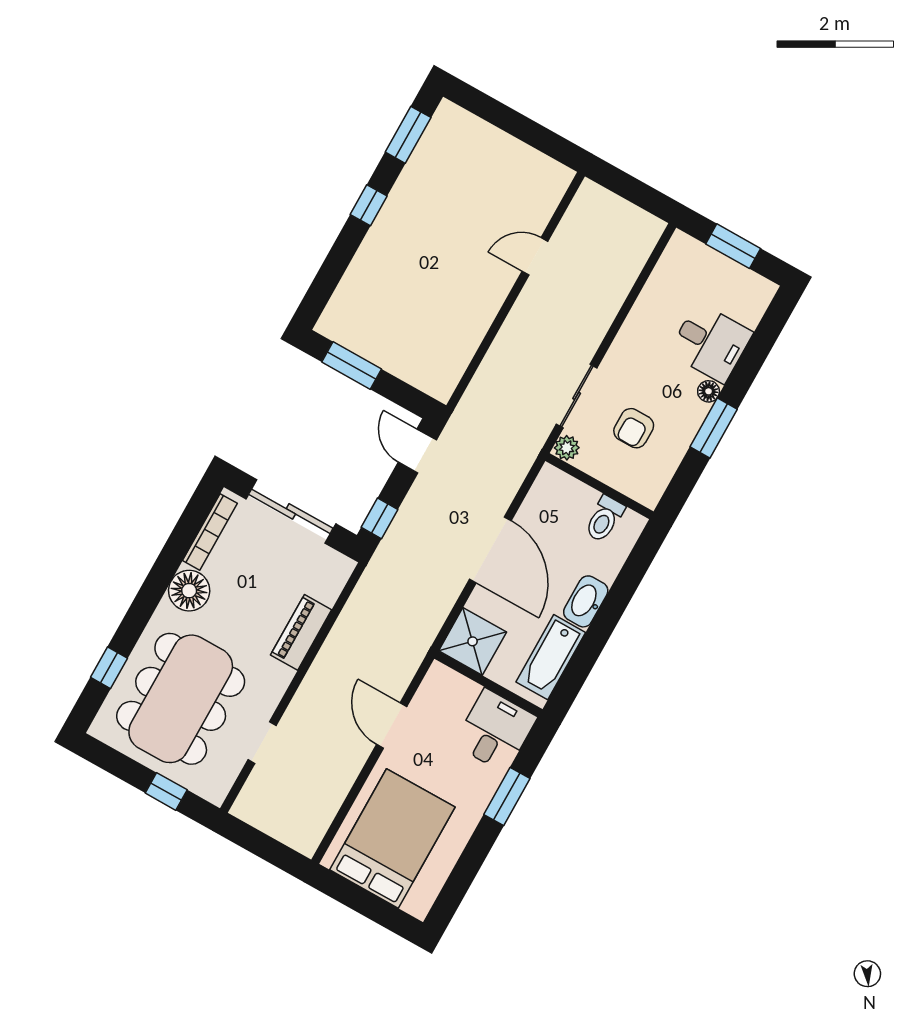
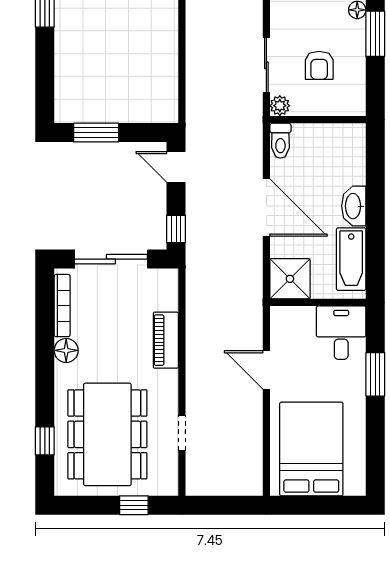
toilet: (604, 519) -> (280, 141), moved
floor lamp: (189, 591) -> (66, 350), width x0.73, depth x0.73

